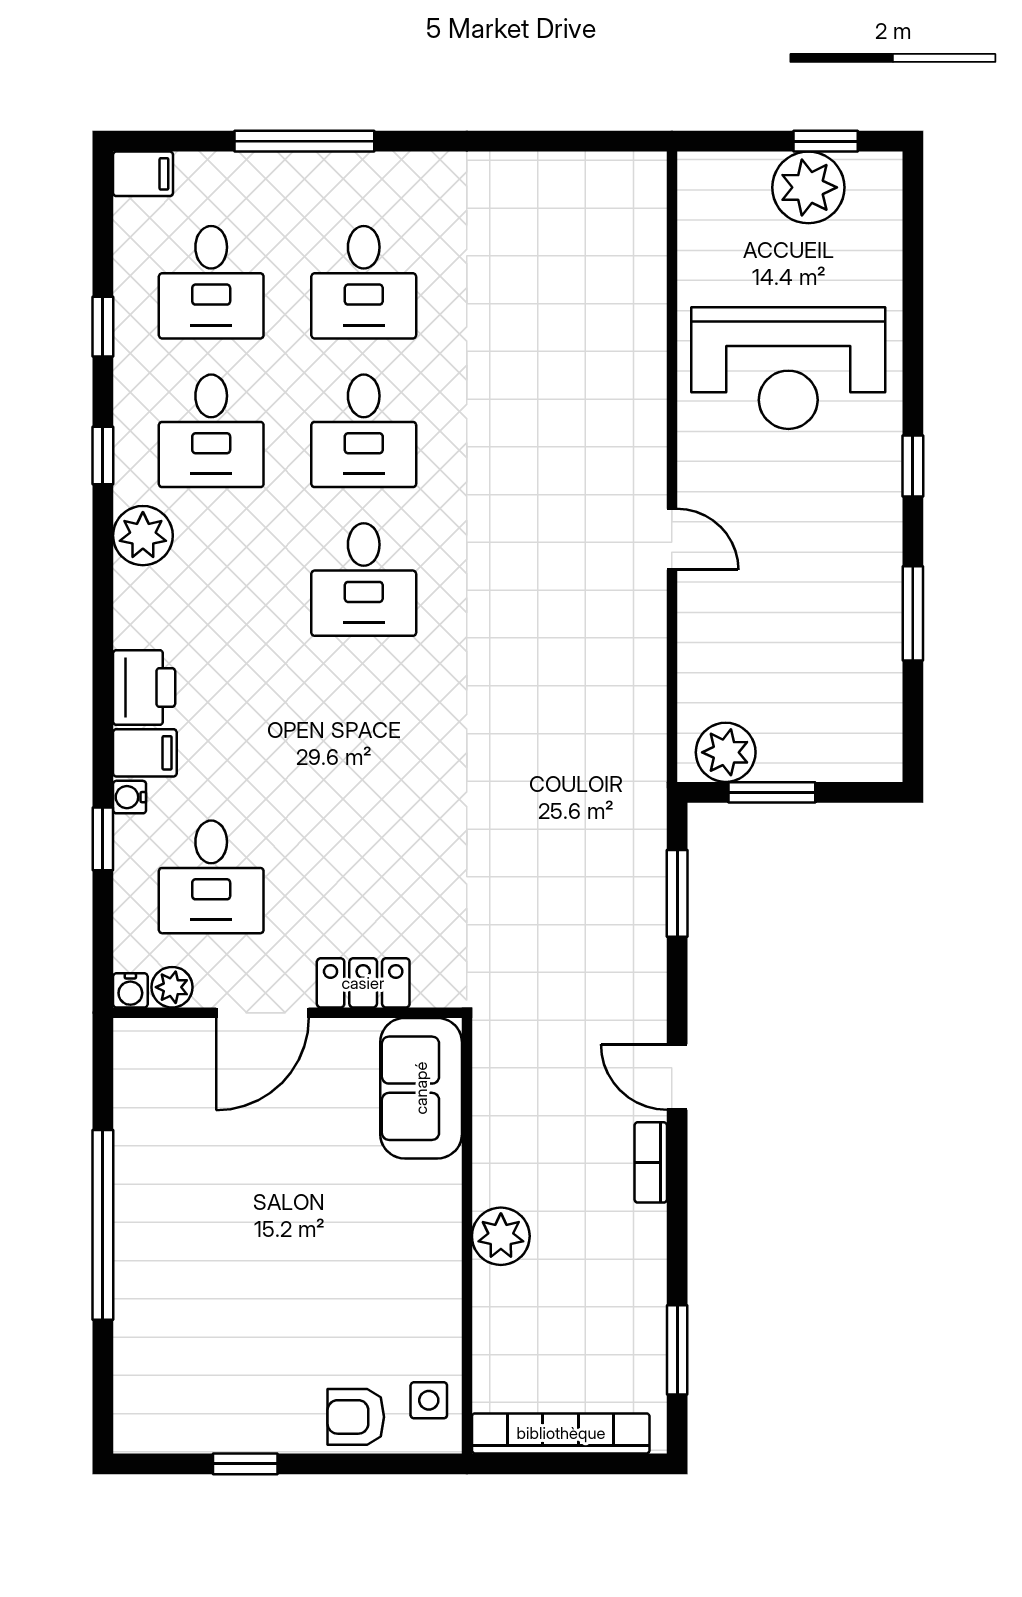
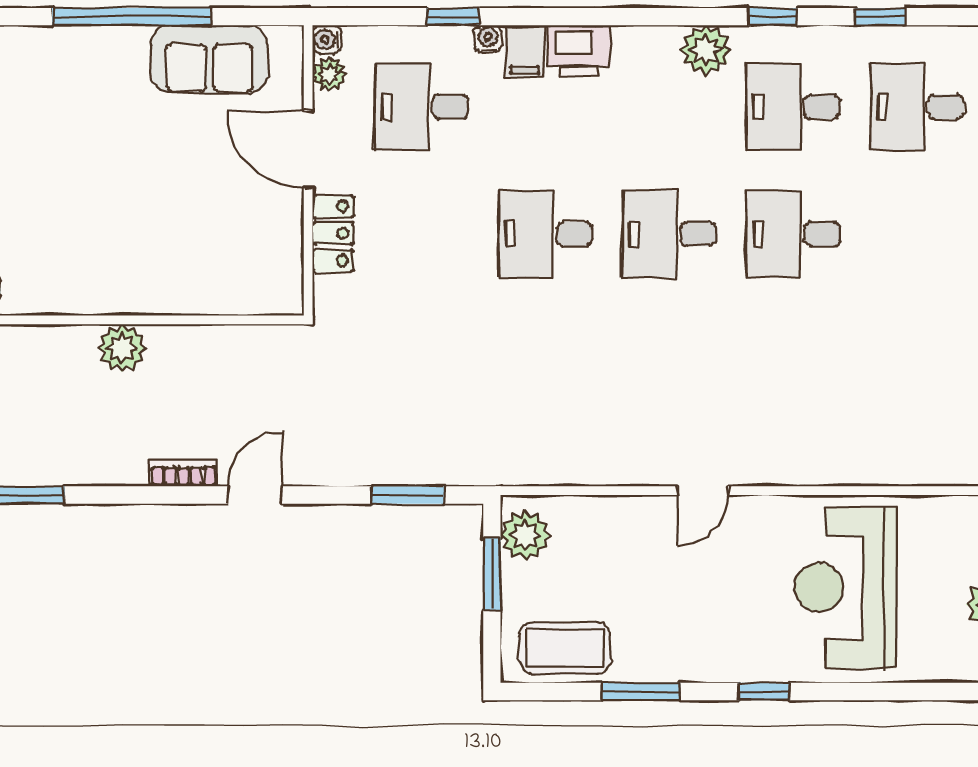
desk: (364, 282) -> (545, 234), moved
coffee table: (861, 705) -> (565, 648), added
sofa: (421, 1088) -> (209, 59), moved, turned 180

